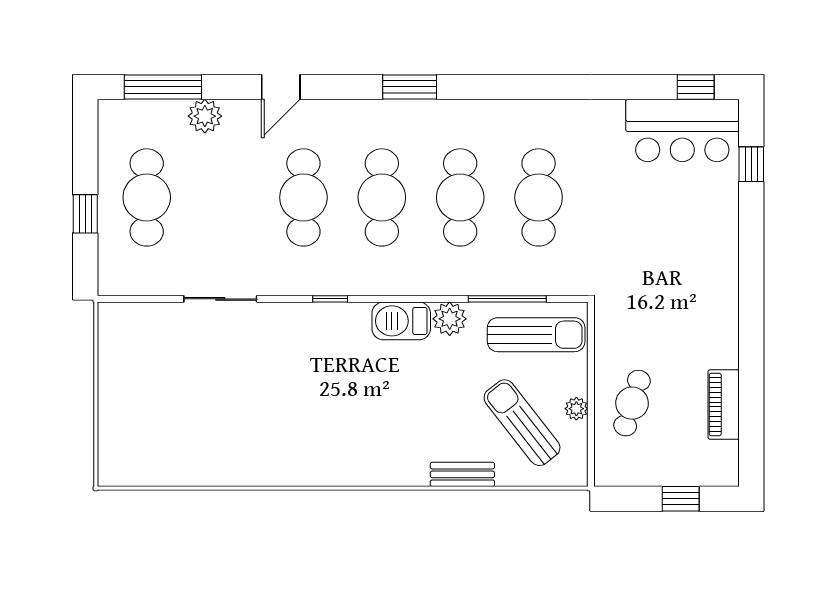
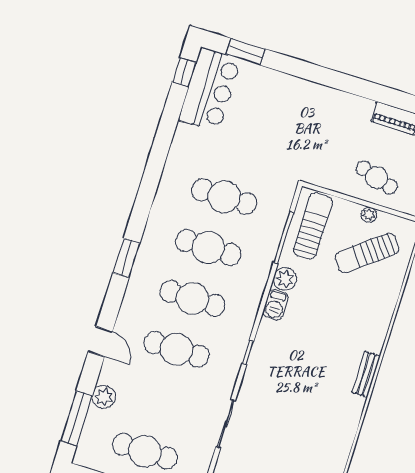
window: (751, 164) -> (246, 52), width x1.50
barbecue: (401, 321) -> (276, 305), width x0.73, depth x0.79
bench: (462, 474) -> (366, 374), moved

